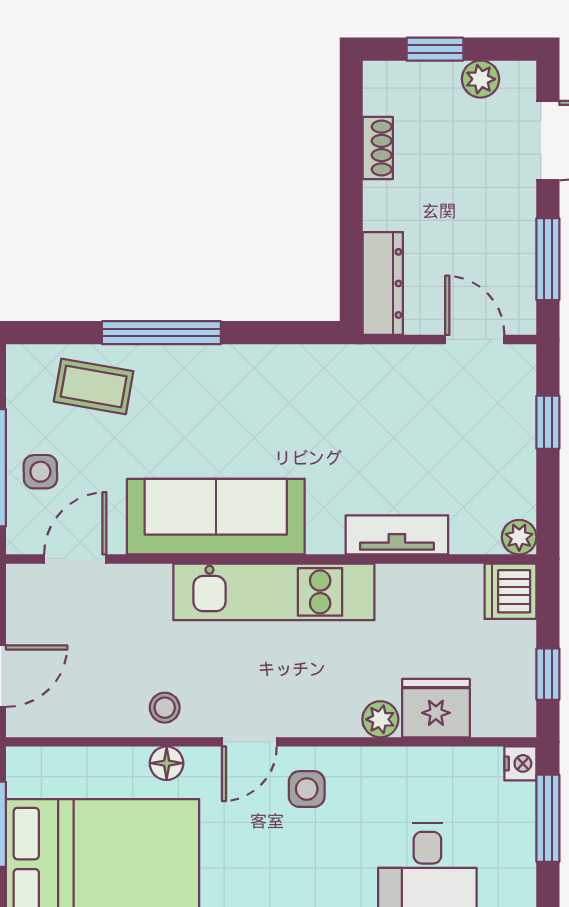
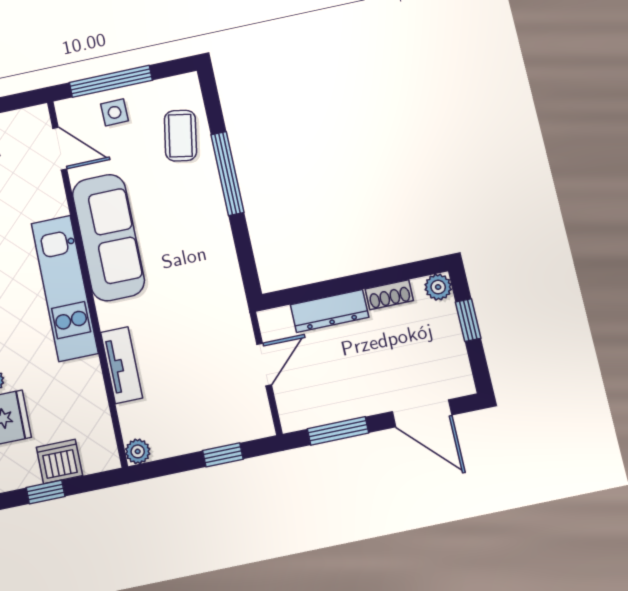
plant: (480, 79) -> (438, 287), moved
dresser: (383, 283) -> (330, 311), moved
door: (475, 339) -> (264, 365), moved
dishwasher: (510, 591) -> (59, 461), moved

